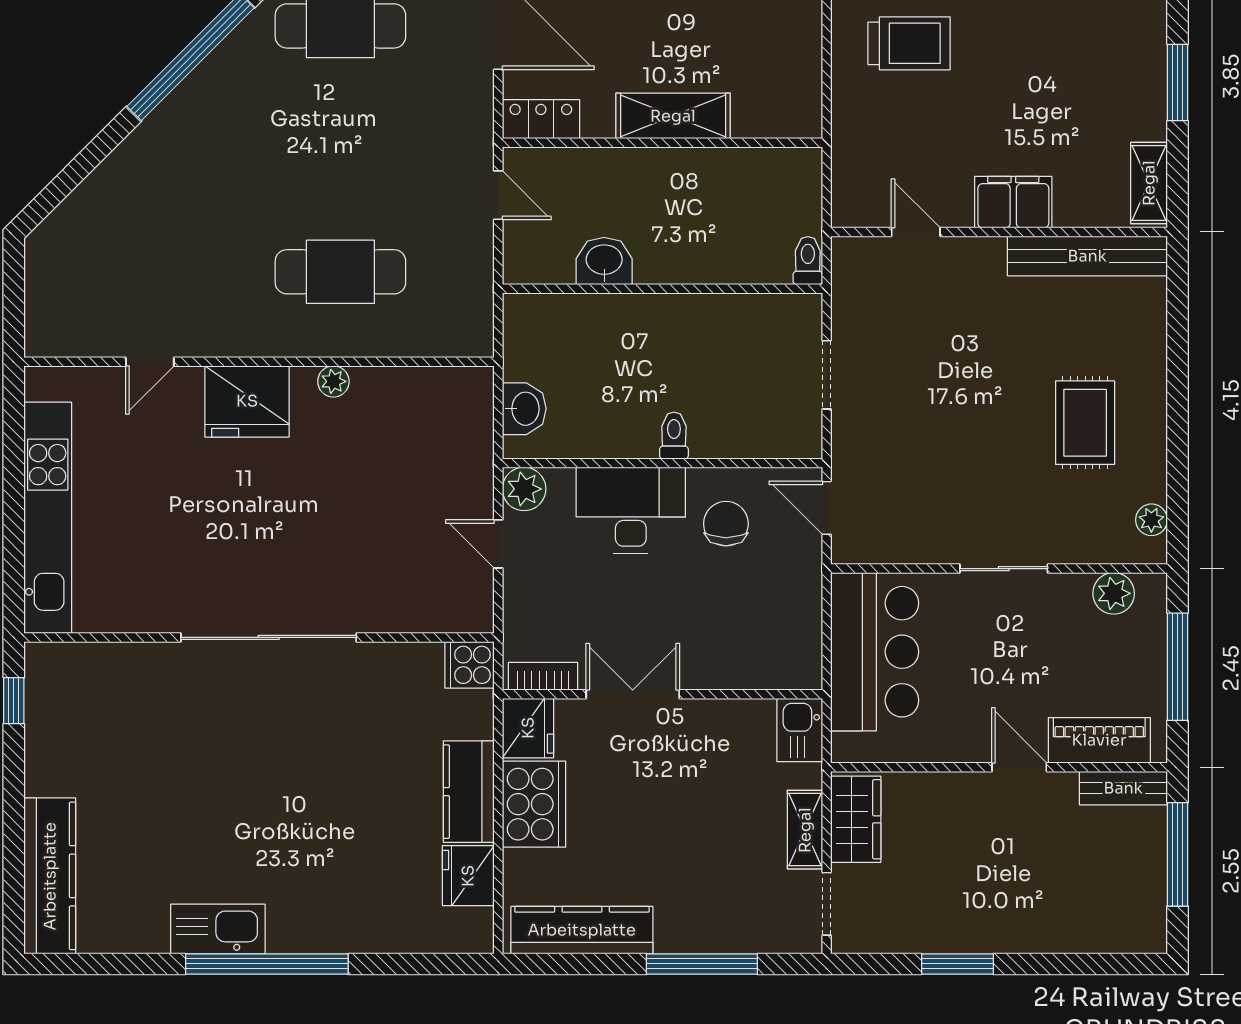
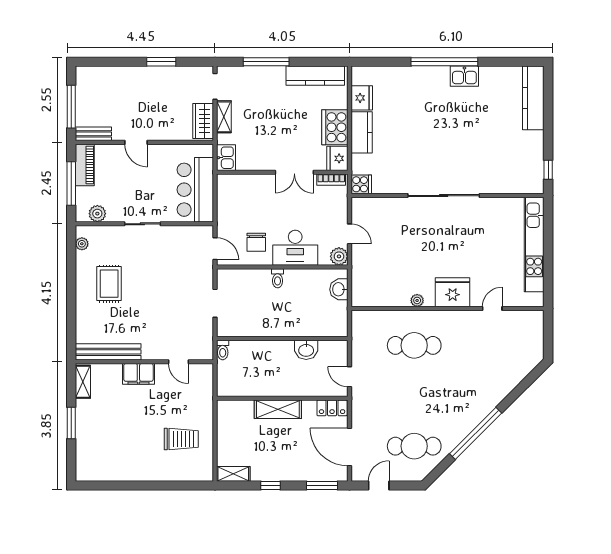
trolley: (909, 43) -> (181, 439), turned 180
piano: (1099, 740) -> (85, 165), moved, turned -90
kitchen sink: (218, 929) -> (464, 76), width x0.73

